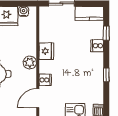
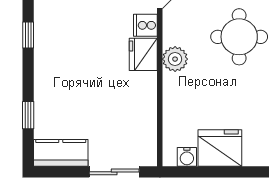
cooker: (97, 46) -> (46, 91), removed
fridge: (46, 51) -> (143, 54), moved

